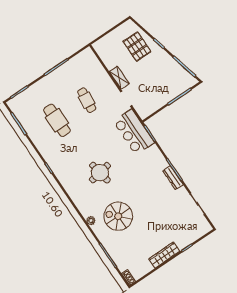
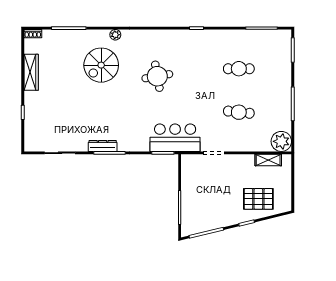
plant: (87, 58) -> (281, 141), added
shelving: (119, 78) -> (268, 160), moved
cafe table: (57, 120) -> (239, 69), width x0.73, depth x0.74
spiral stairs: (118, 216) -> (101, 65), turned 180
wardrobe: (164, 255) -> (31, 72), moved

